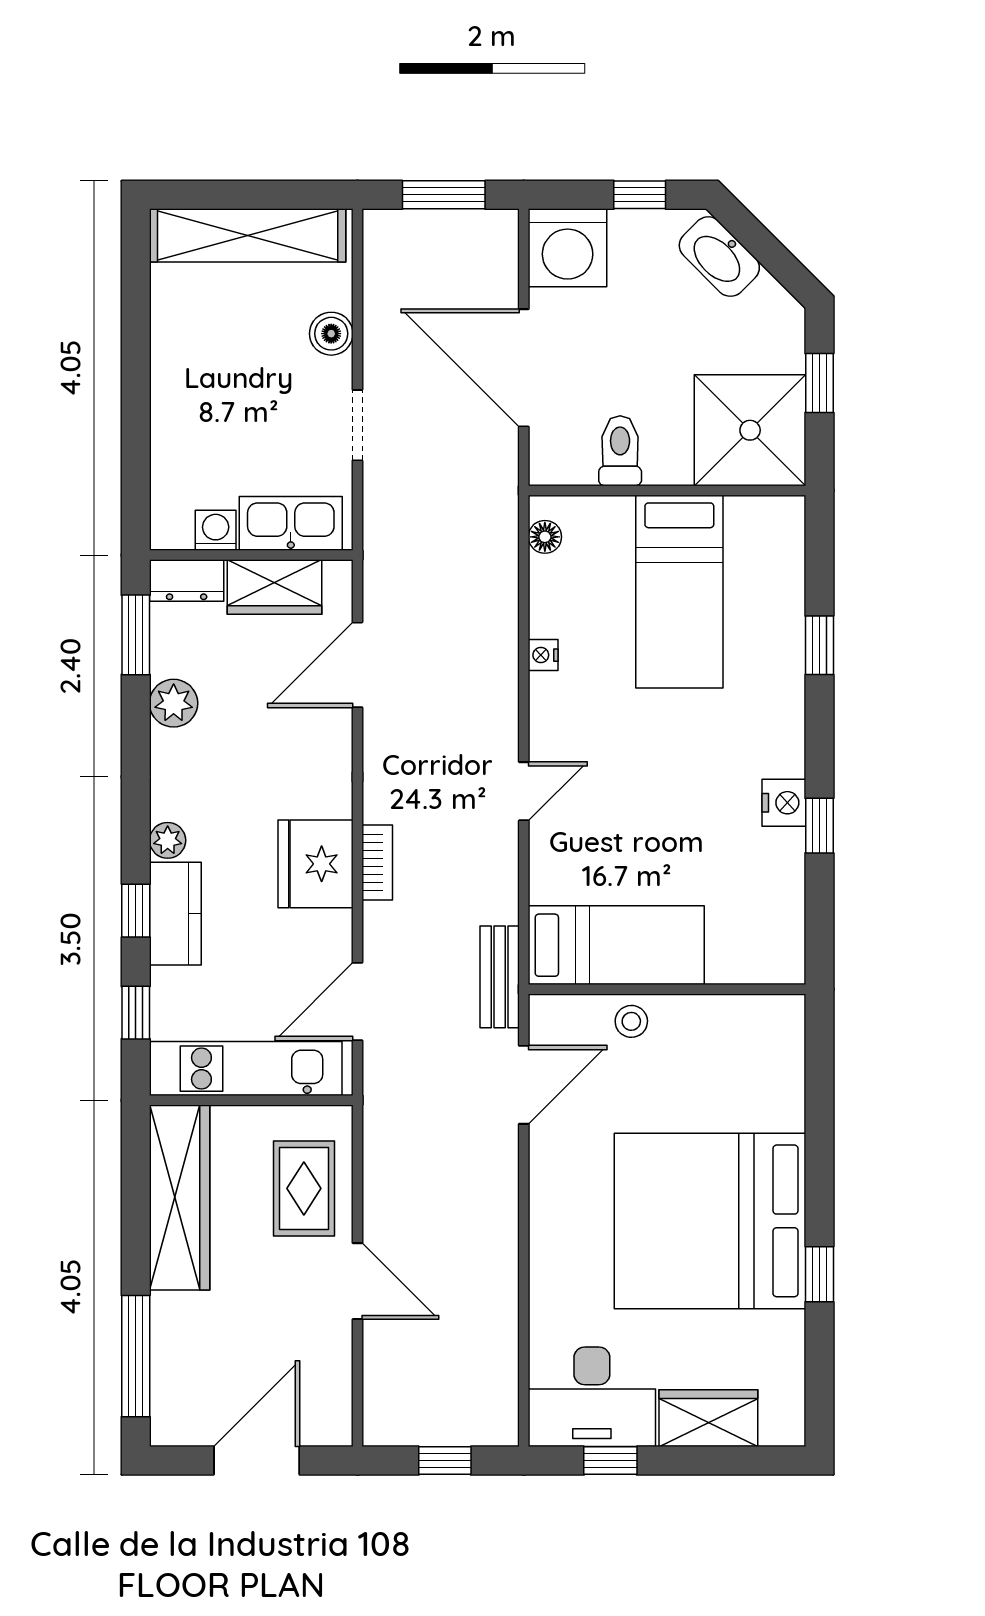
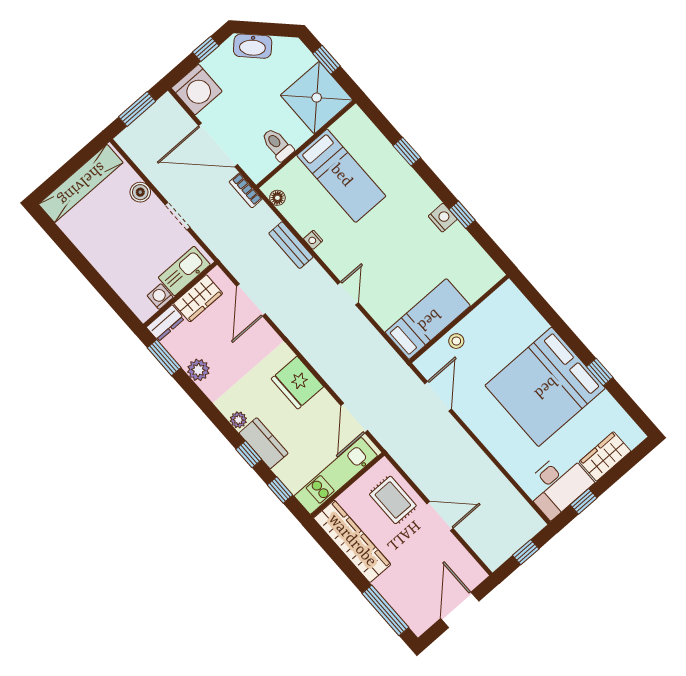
bookcase: (377, 863) -> (246, 190), moved, turned 180
bench: (500, 977) -> (291, 245), moved

